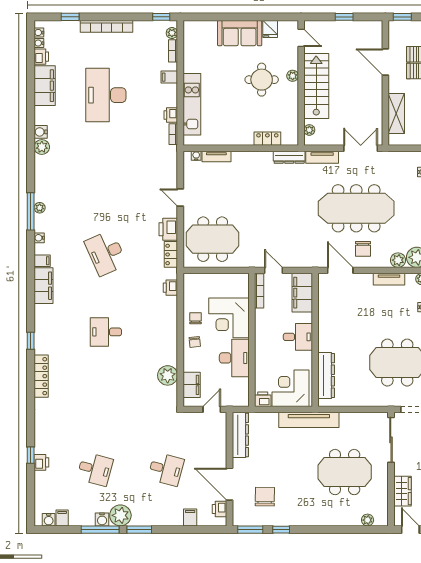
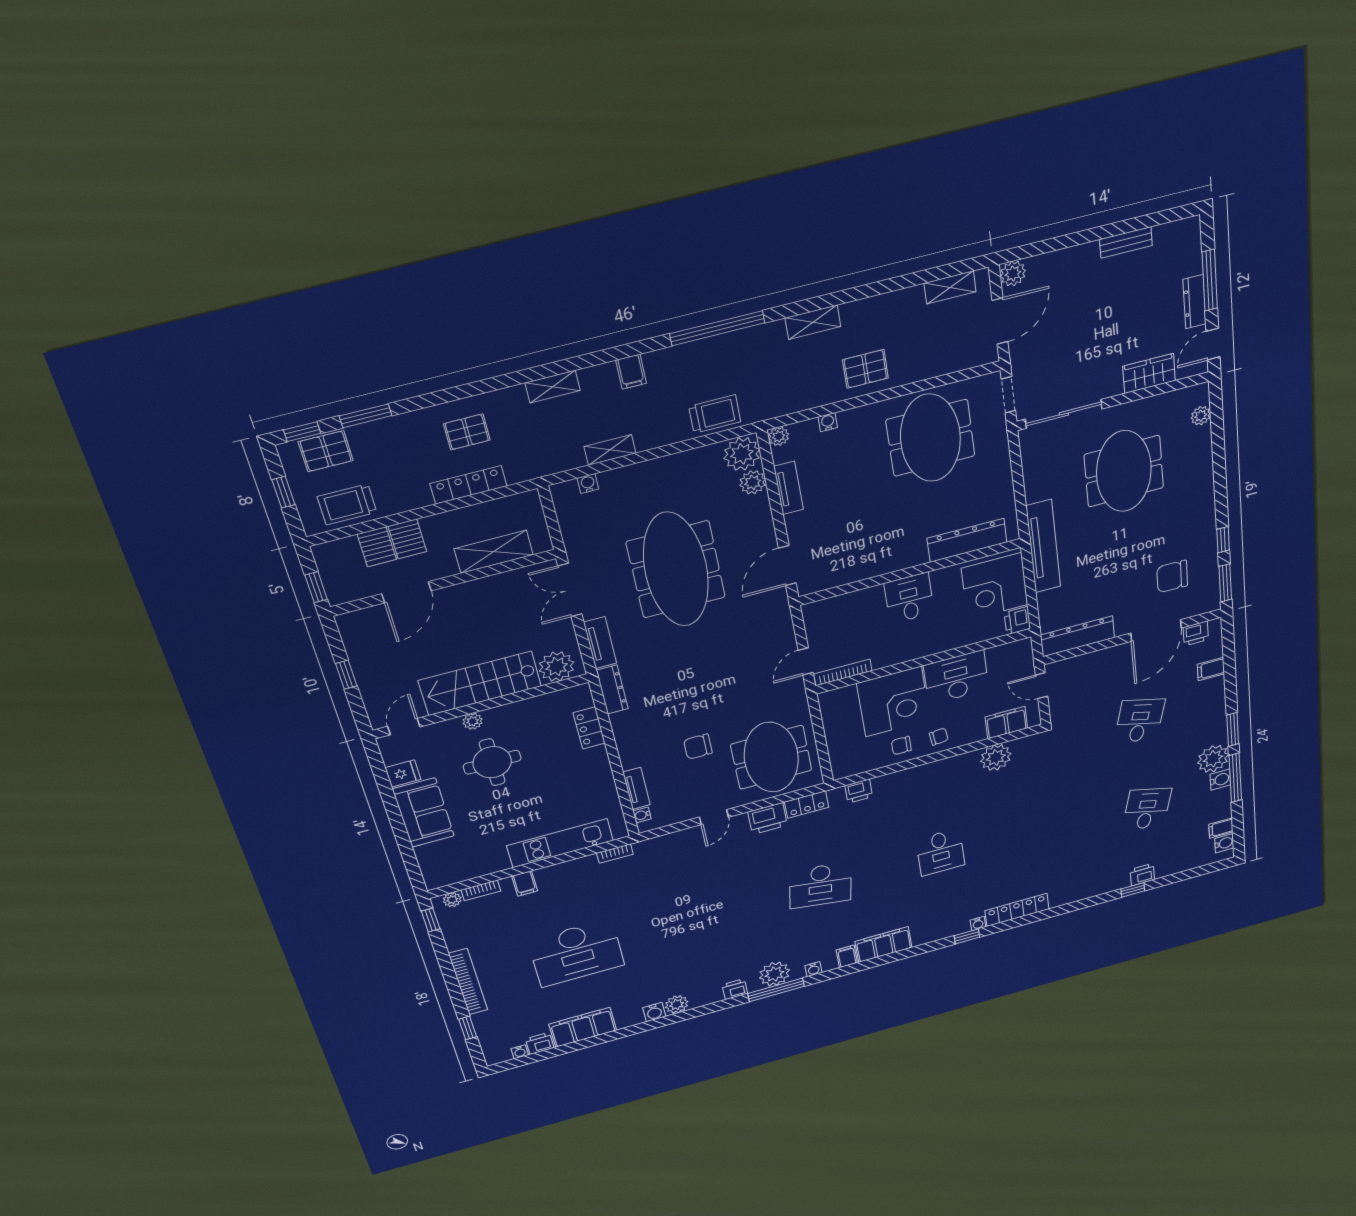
water cooler: (39, 33) -> (978, 924), moved
printer: (171, 115) -> (735, 989), moved, turned 180
plant: (309, 130) -> (557, 667), width x1.88, depth x1.88
plant: (40, 208) -> (774, 974), width x1.88, depth x1.88
chair: (363, 249) -> (698, 747), moved, turned 180
desk: (106, 253) -> (820, 885), turned 33
filing cabinet: (302, 293) -> (835, 611), removed

